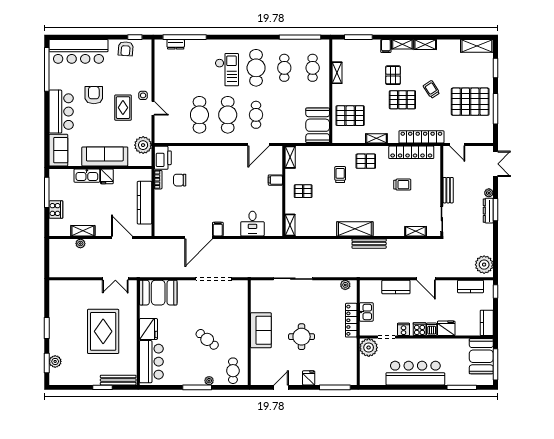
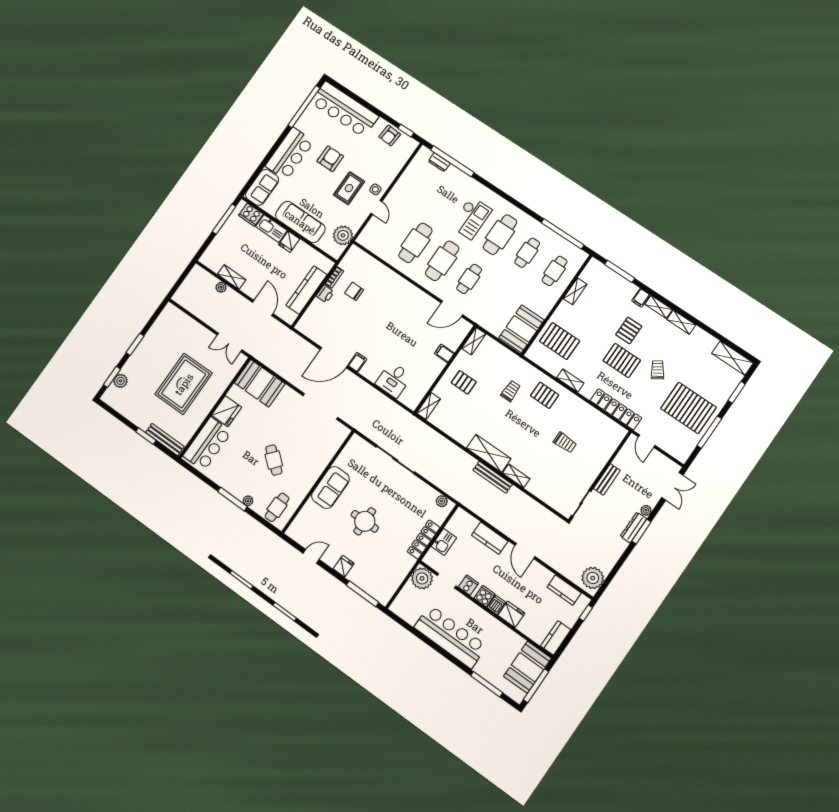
locker: (411, 152) -> (595, 417), removed
printer: (163, 158) -> (325, 294), moved, width x0.53, depth x0.68
cooker: (56, 210) -> (251, 215), moved, turned 90
shelving: (416, 231) -> (516, 476), moved

